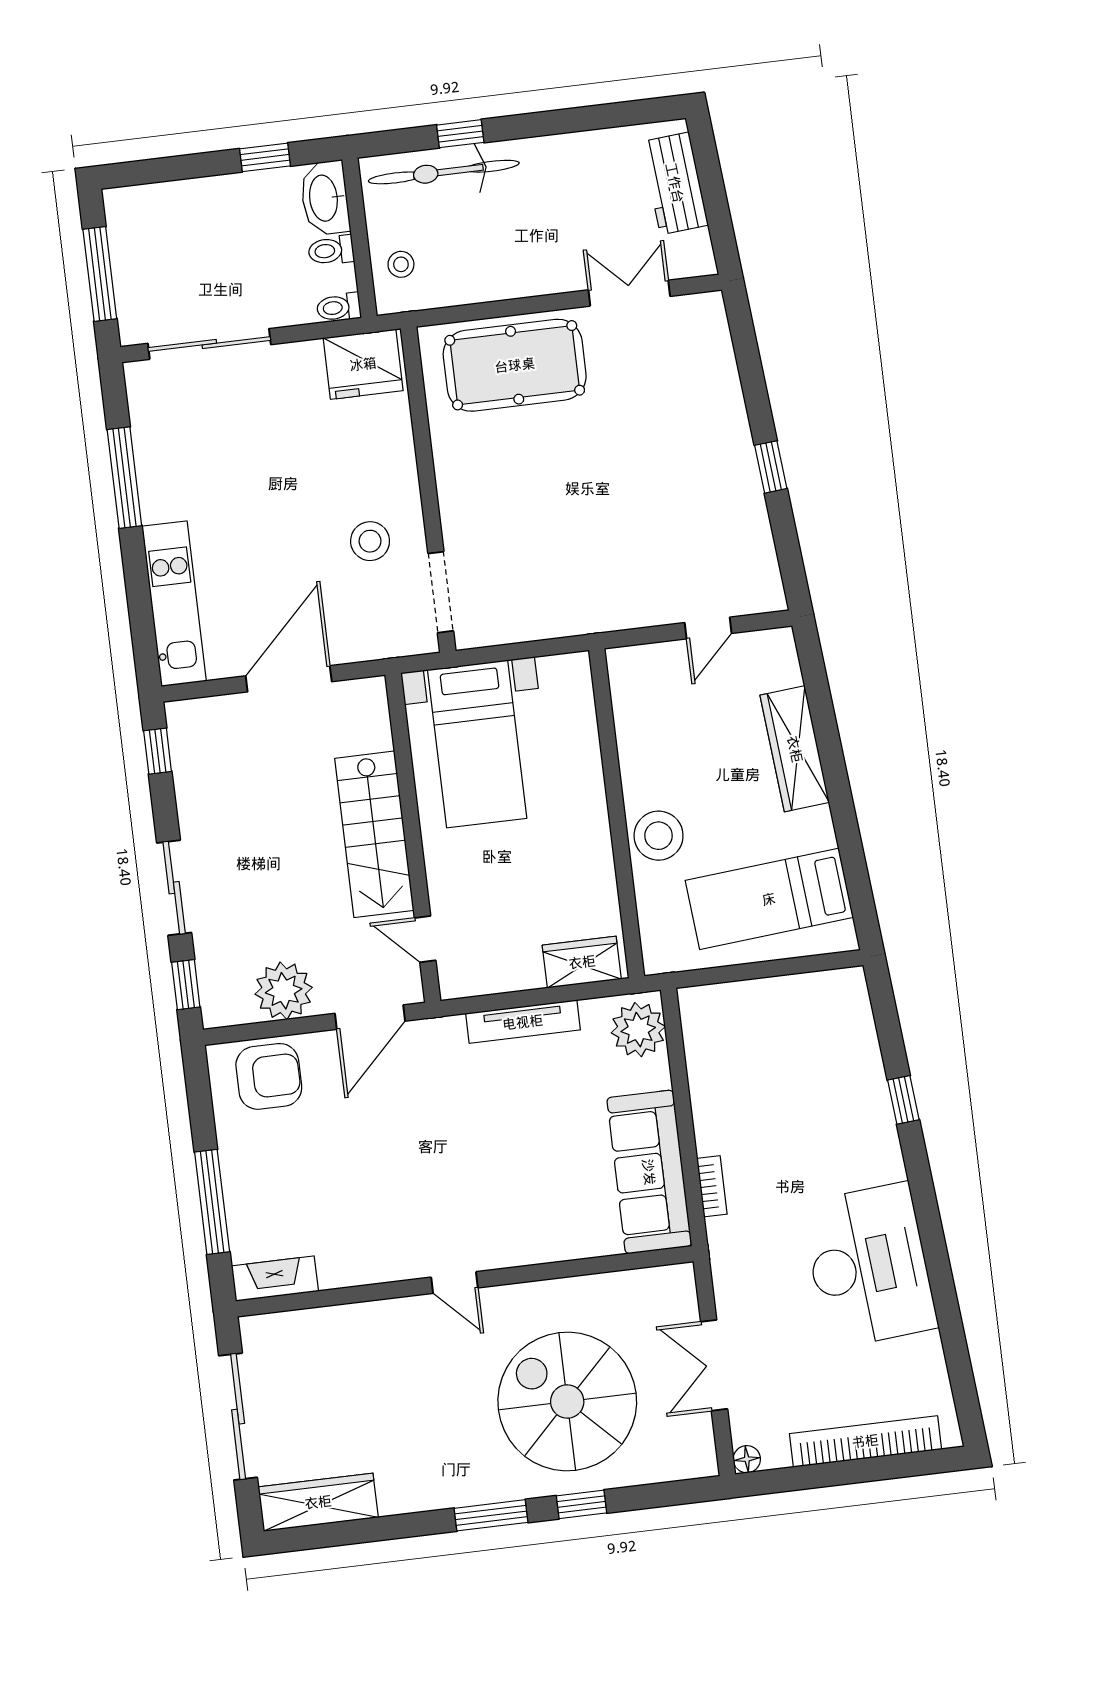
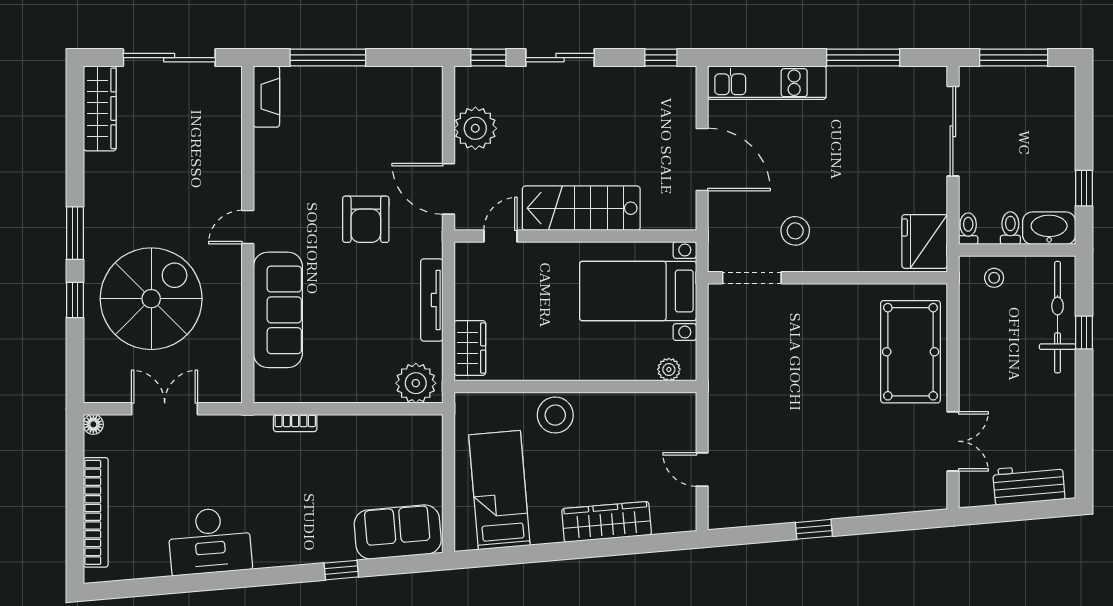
plant: (578, 689) -> (669, 369), added
sofa: (843, 1030) -> (398, 532), added
armchair: (269, 1076) -> (366, 219), moved
sofa: (649, 1172) -> (278, 310), moved, turned 90
desk: (869, 1265) -> (210, 541), width x0.73, depth x0.77

